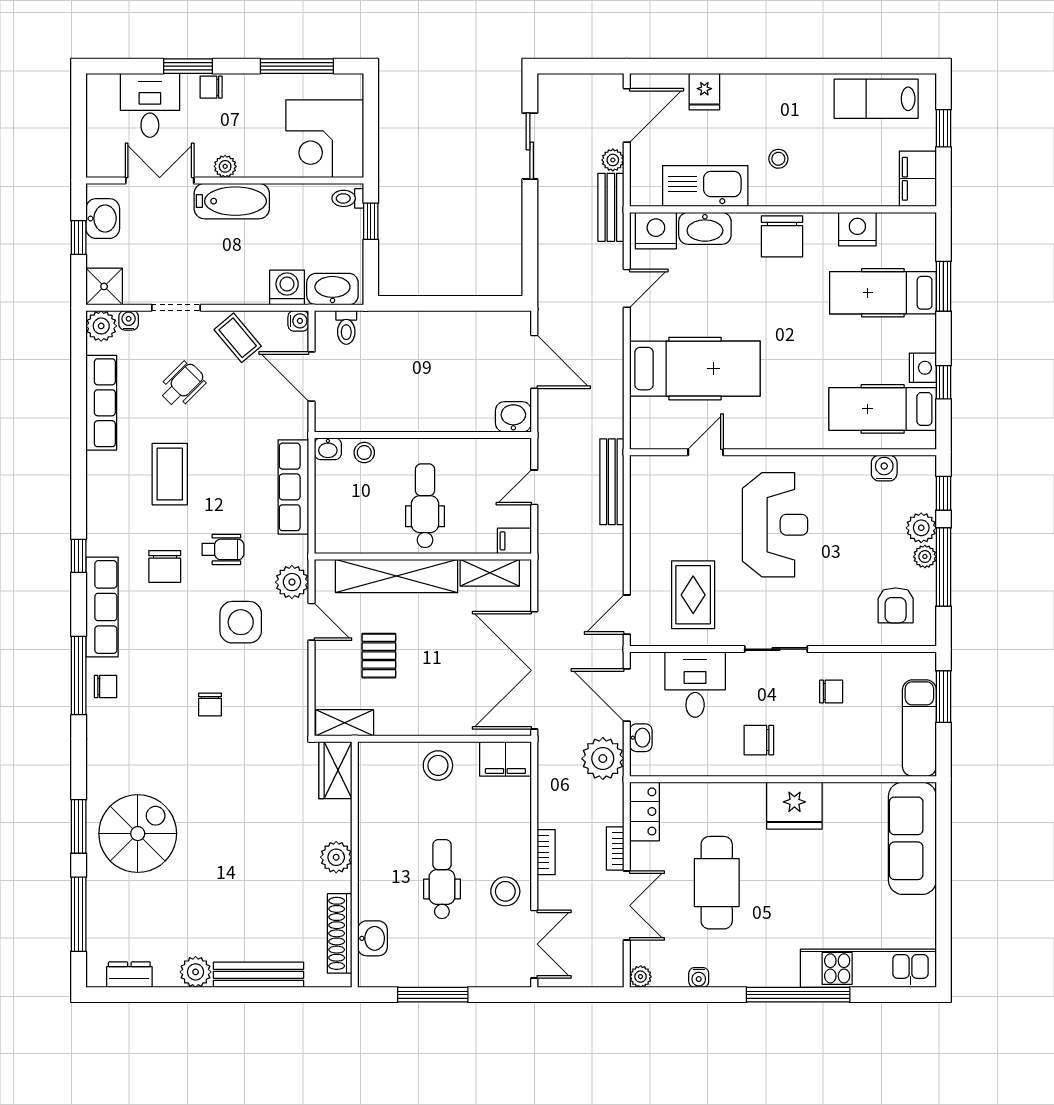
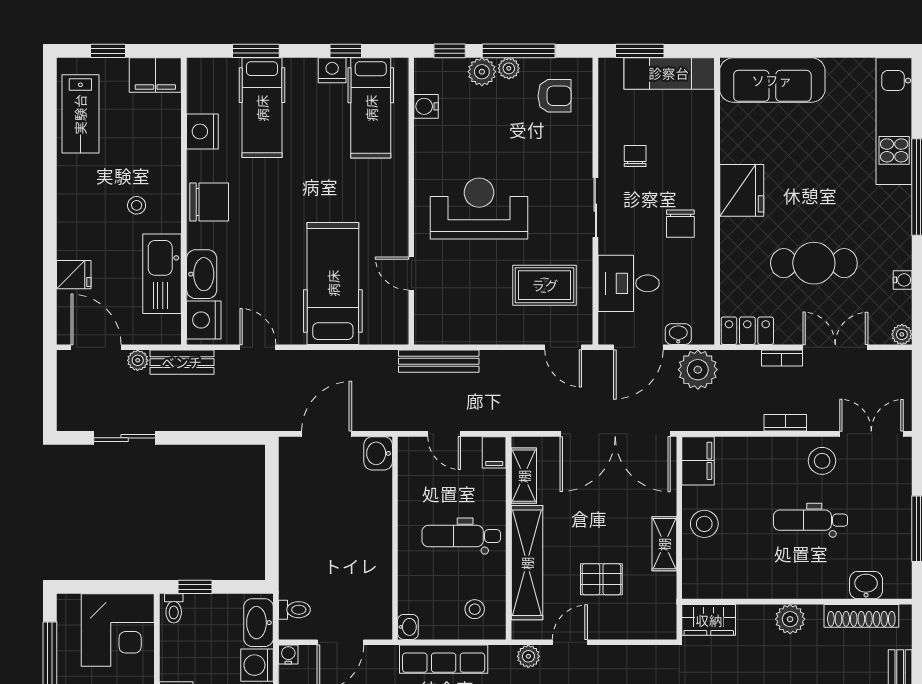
stool: (364, 453) -> (475, 609), moved
plant: (292, 582) -> (528, 656), width x0.73, depth x0.73
shelving: (345, 723) -> (664, 544), moved

